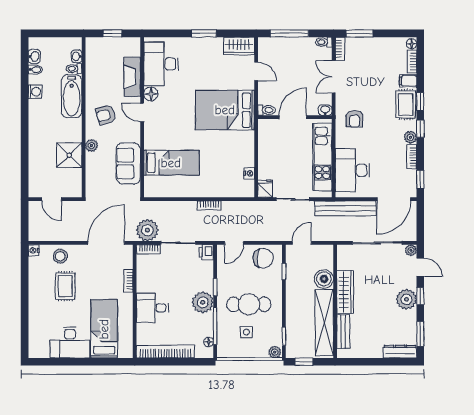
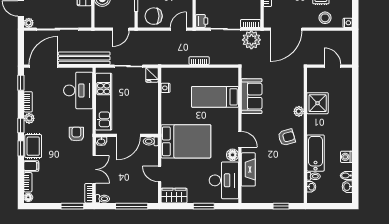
desk: (161, 64) -> (224, 180), moved
fireplace: (132, 77) -> (248, 169), moved
floor lamp: (151, 94) -> (233, 155), moved
door: (142, 113) -> (240, 139), moved
wall: (142, 117) -> (240, 135), moved
bed: (171, 163) -> (215, 97), moved
sofa: (128, 164) -> (252, 96), moved

